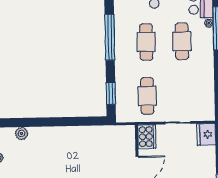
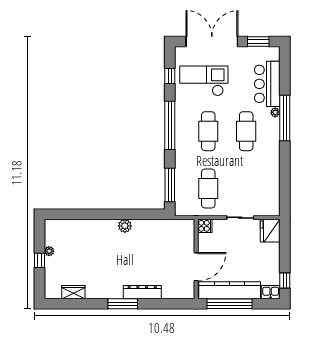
window: (111, 93) -> (170, 185), width x1.44
plant: (22, 133) -> (125, 226), moved
cooker: (147, 137) -> (205, 226), width x0.53, depth x0.76

